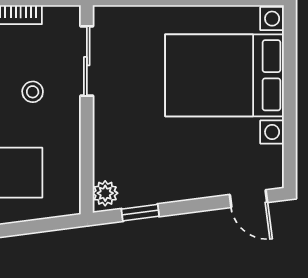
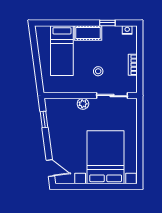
plant: (105, 193) -> (83, 104), moved
door: (248, 199) -> (50, 168), swing flipped

